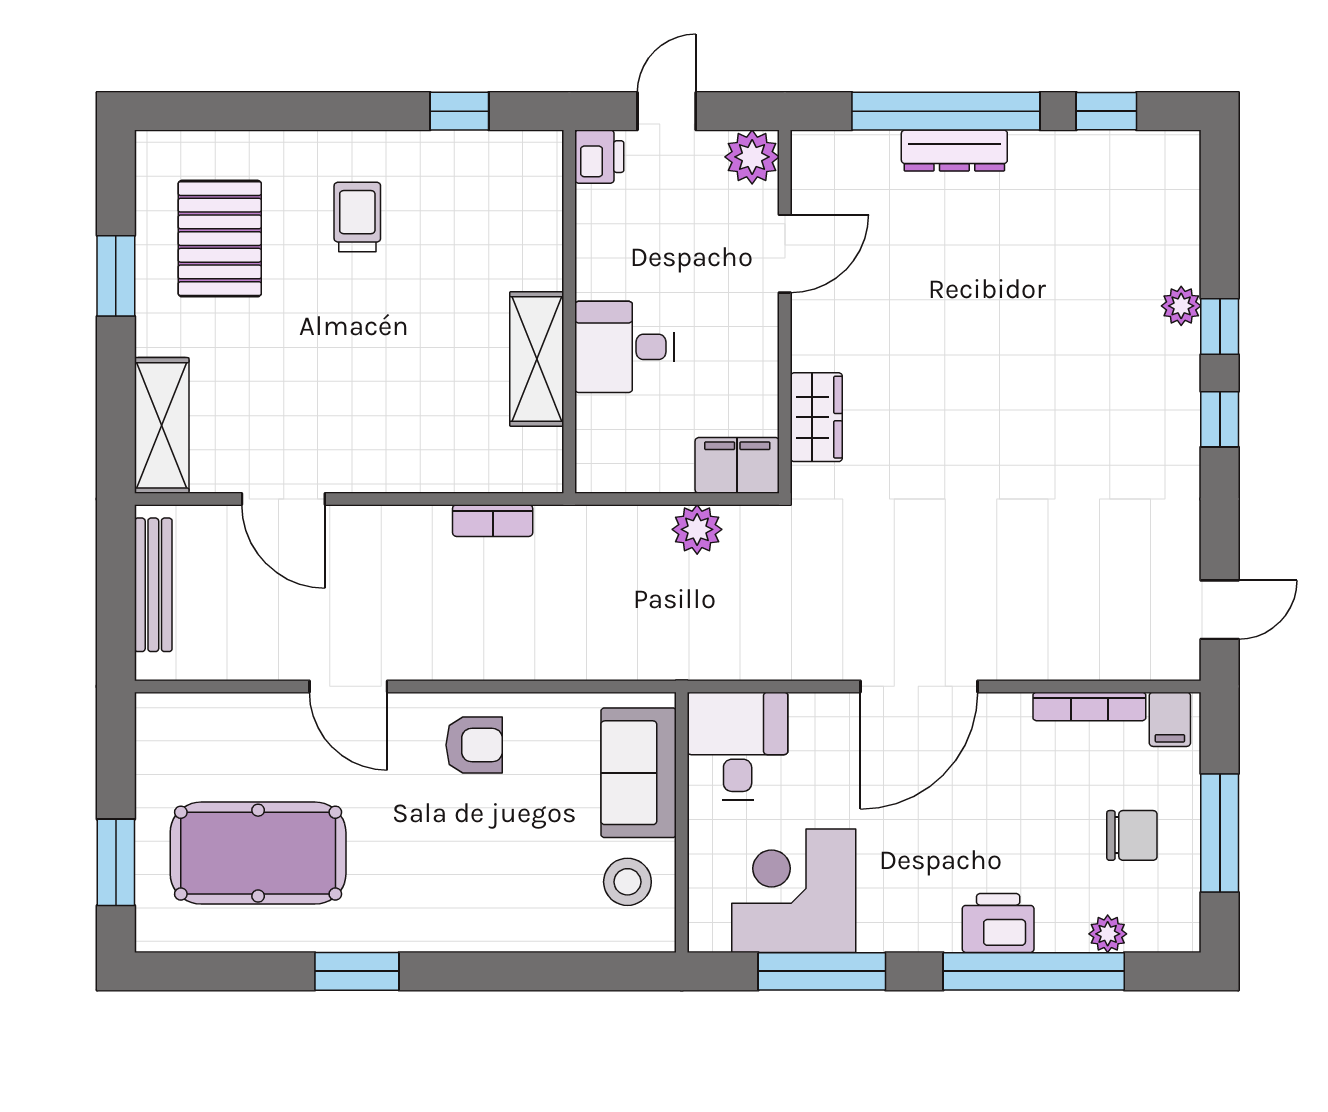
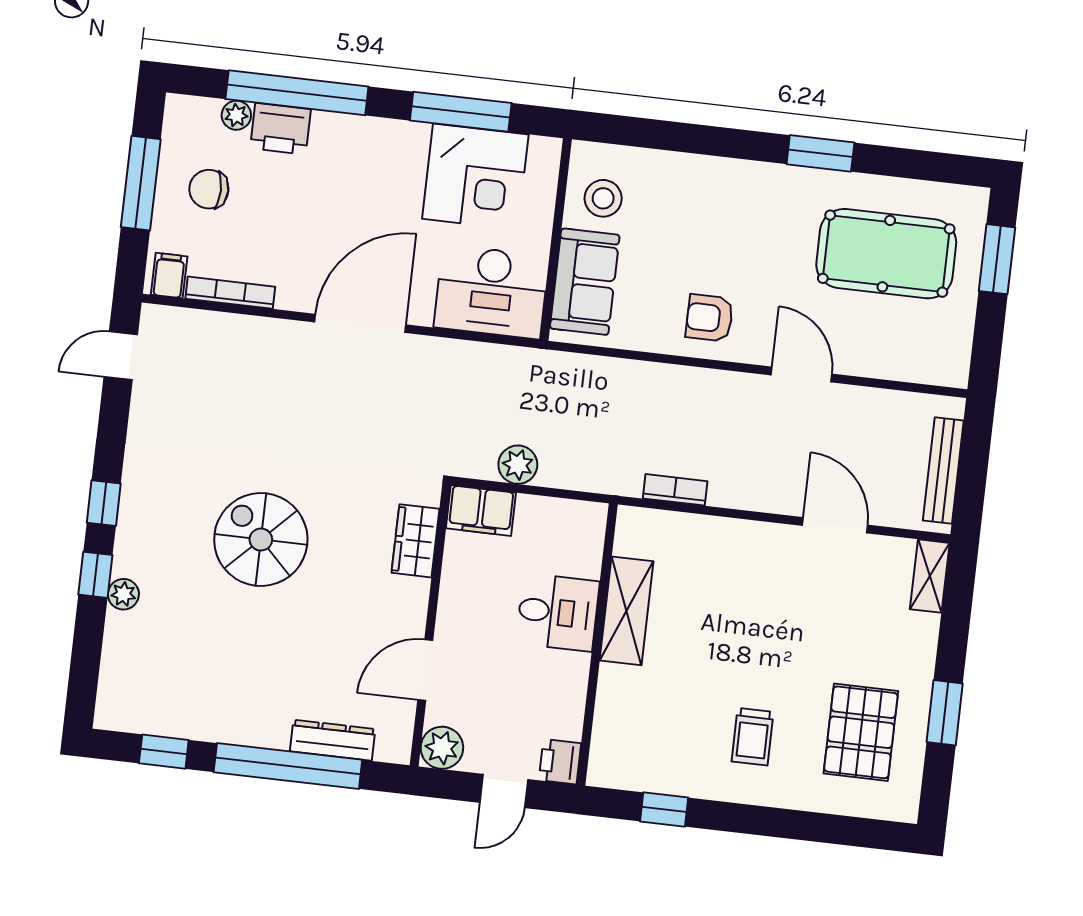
dresser: (954, 150) -> (333, 740), moved
spiral stairs: (1014, 396) -> (261, 540), added
shelving: (162, 425) -> (930, 576), width x0.67, depth x0.75
desk: (738, 746) -> (491, 292), width x1.37
printer: (998, 923) -> (280, 129), moved

